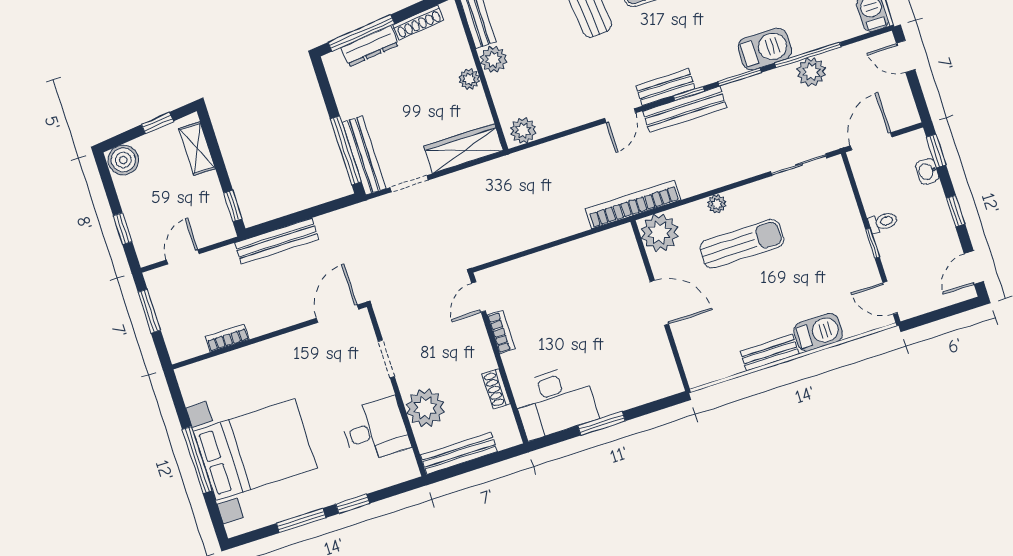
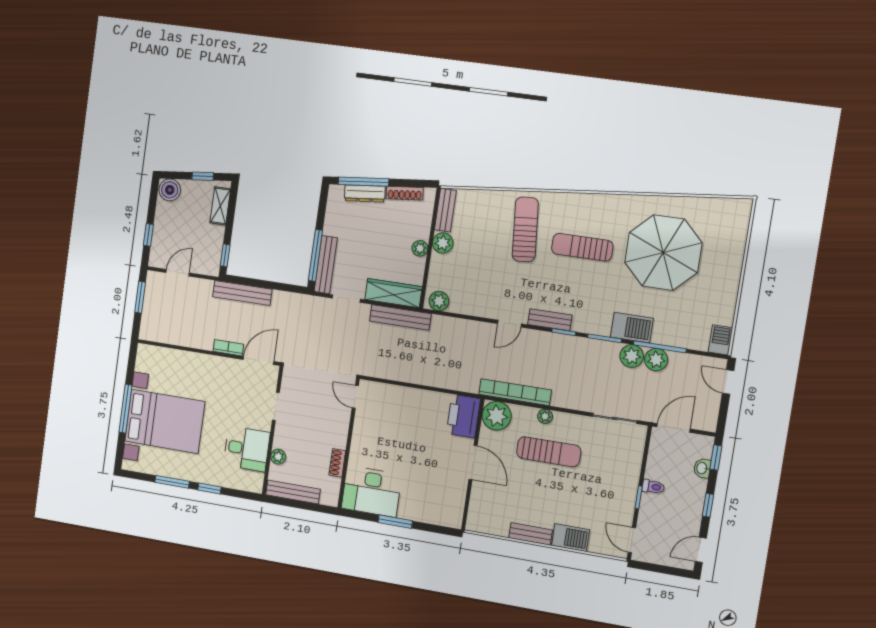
plant: (781, 82) -> (632, 356), added
bench: (685, 109) -> (400, 317), moved
bookcase: (633, 204) -> (515, 392), moved
printer: (620, 253) -> (463, 416), added
door: (479, 297) -> (355, 397), hinge flipped
bookcase: (501, 332) -> (359, 427), removed
bookcase: (227, 338) -> (228, 348), moved
plant: (425, 408) -> (278, 457), width x0.53, depth x0.53

